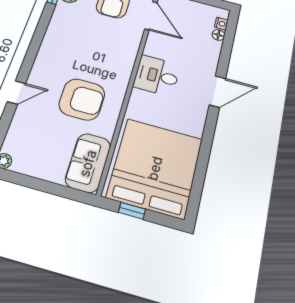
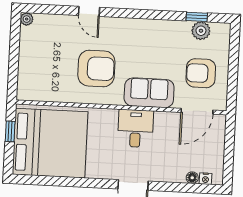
armchair: (82, 99) -> (96, 68), turned -90
sofa: (88, 163) -> (149, 93), moved

